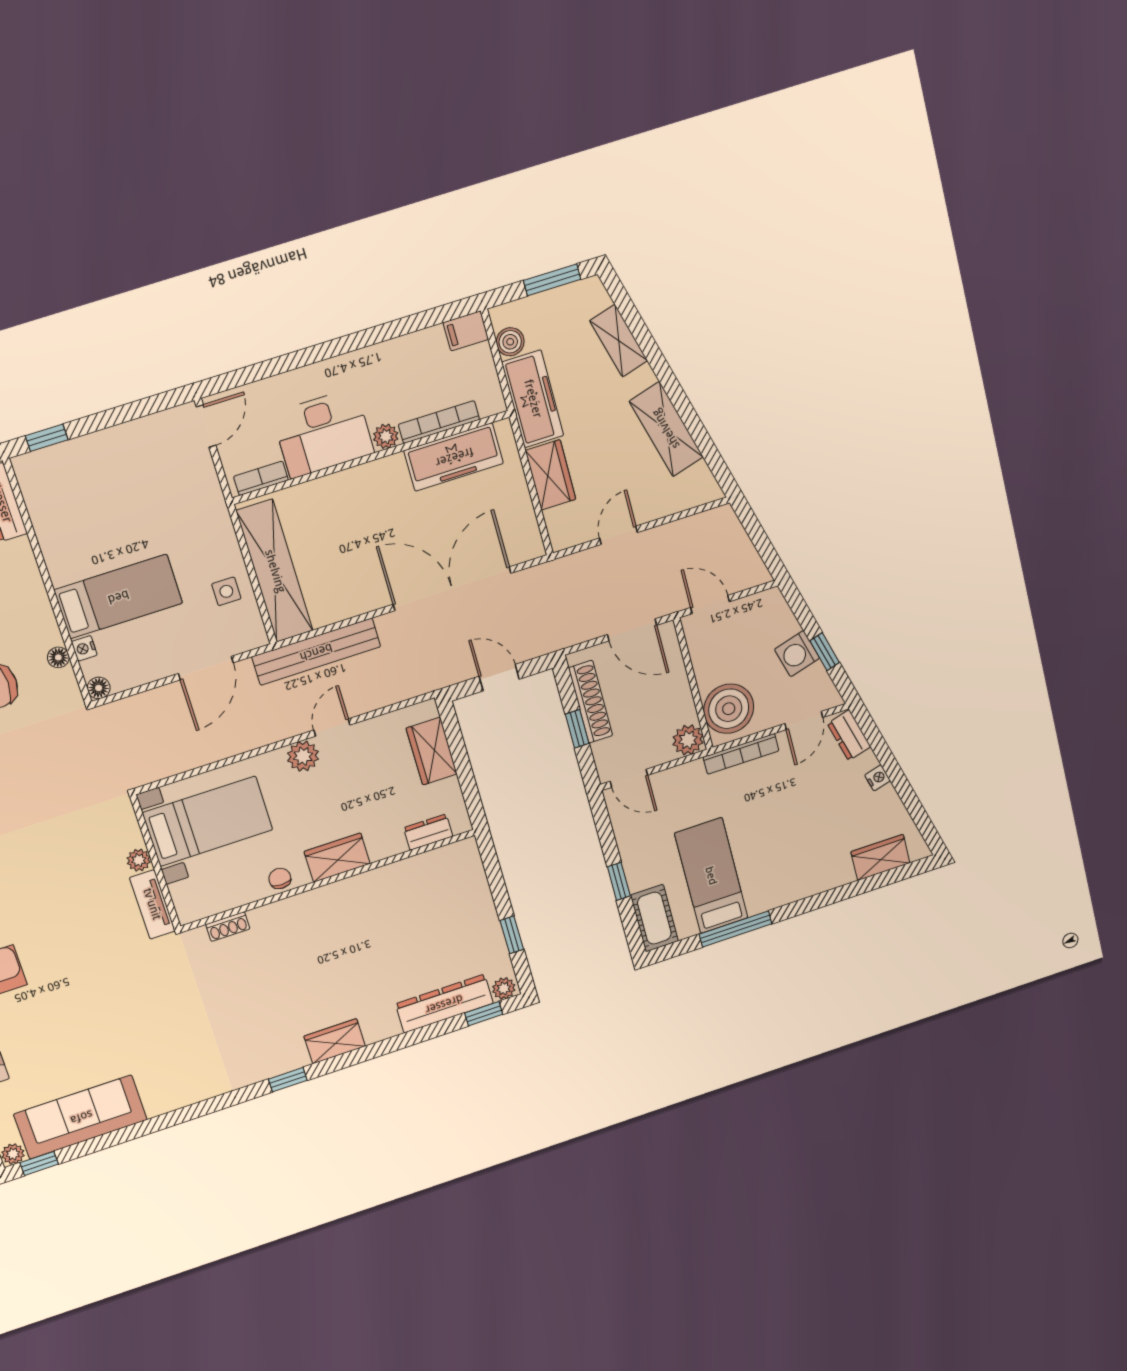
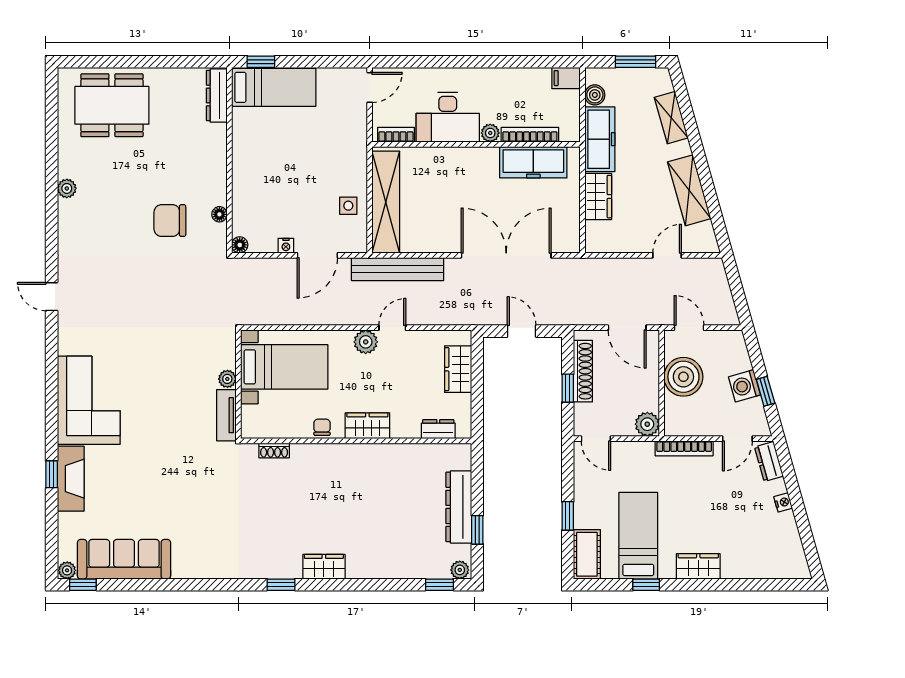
door: (619, 535) -> (667, 255), moved
bed: (118, 597) -> (274, 87), moved
nightstand: (84, 648) -> (286, 246), moved, turned -90
boiler: (729, 709) -> (683, 377), moved
wardrobe: (880, 857) -> (698, 566), moved
window: (735, 929) -> (646, 585), width x0.46
dresser: (444, 1004) -> (459, 507), moved, turned -90

